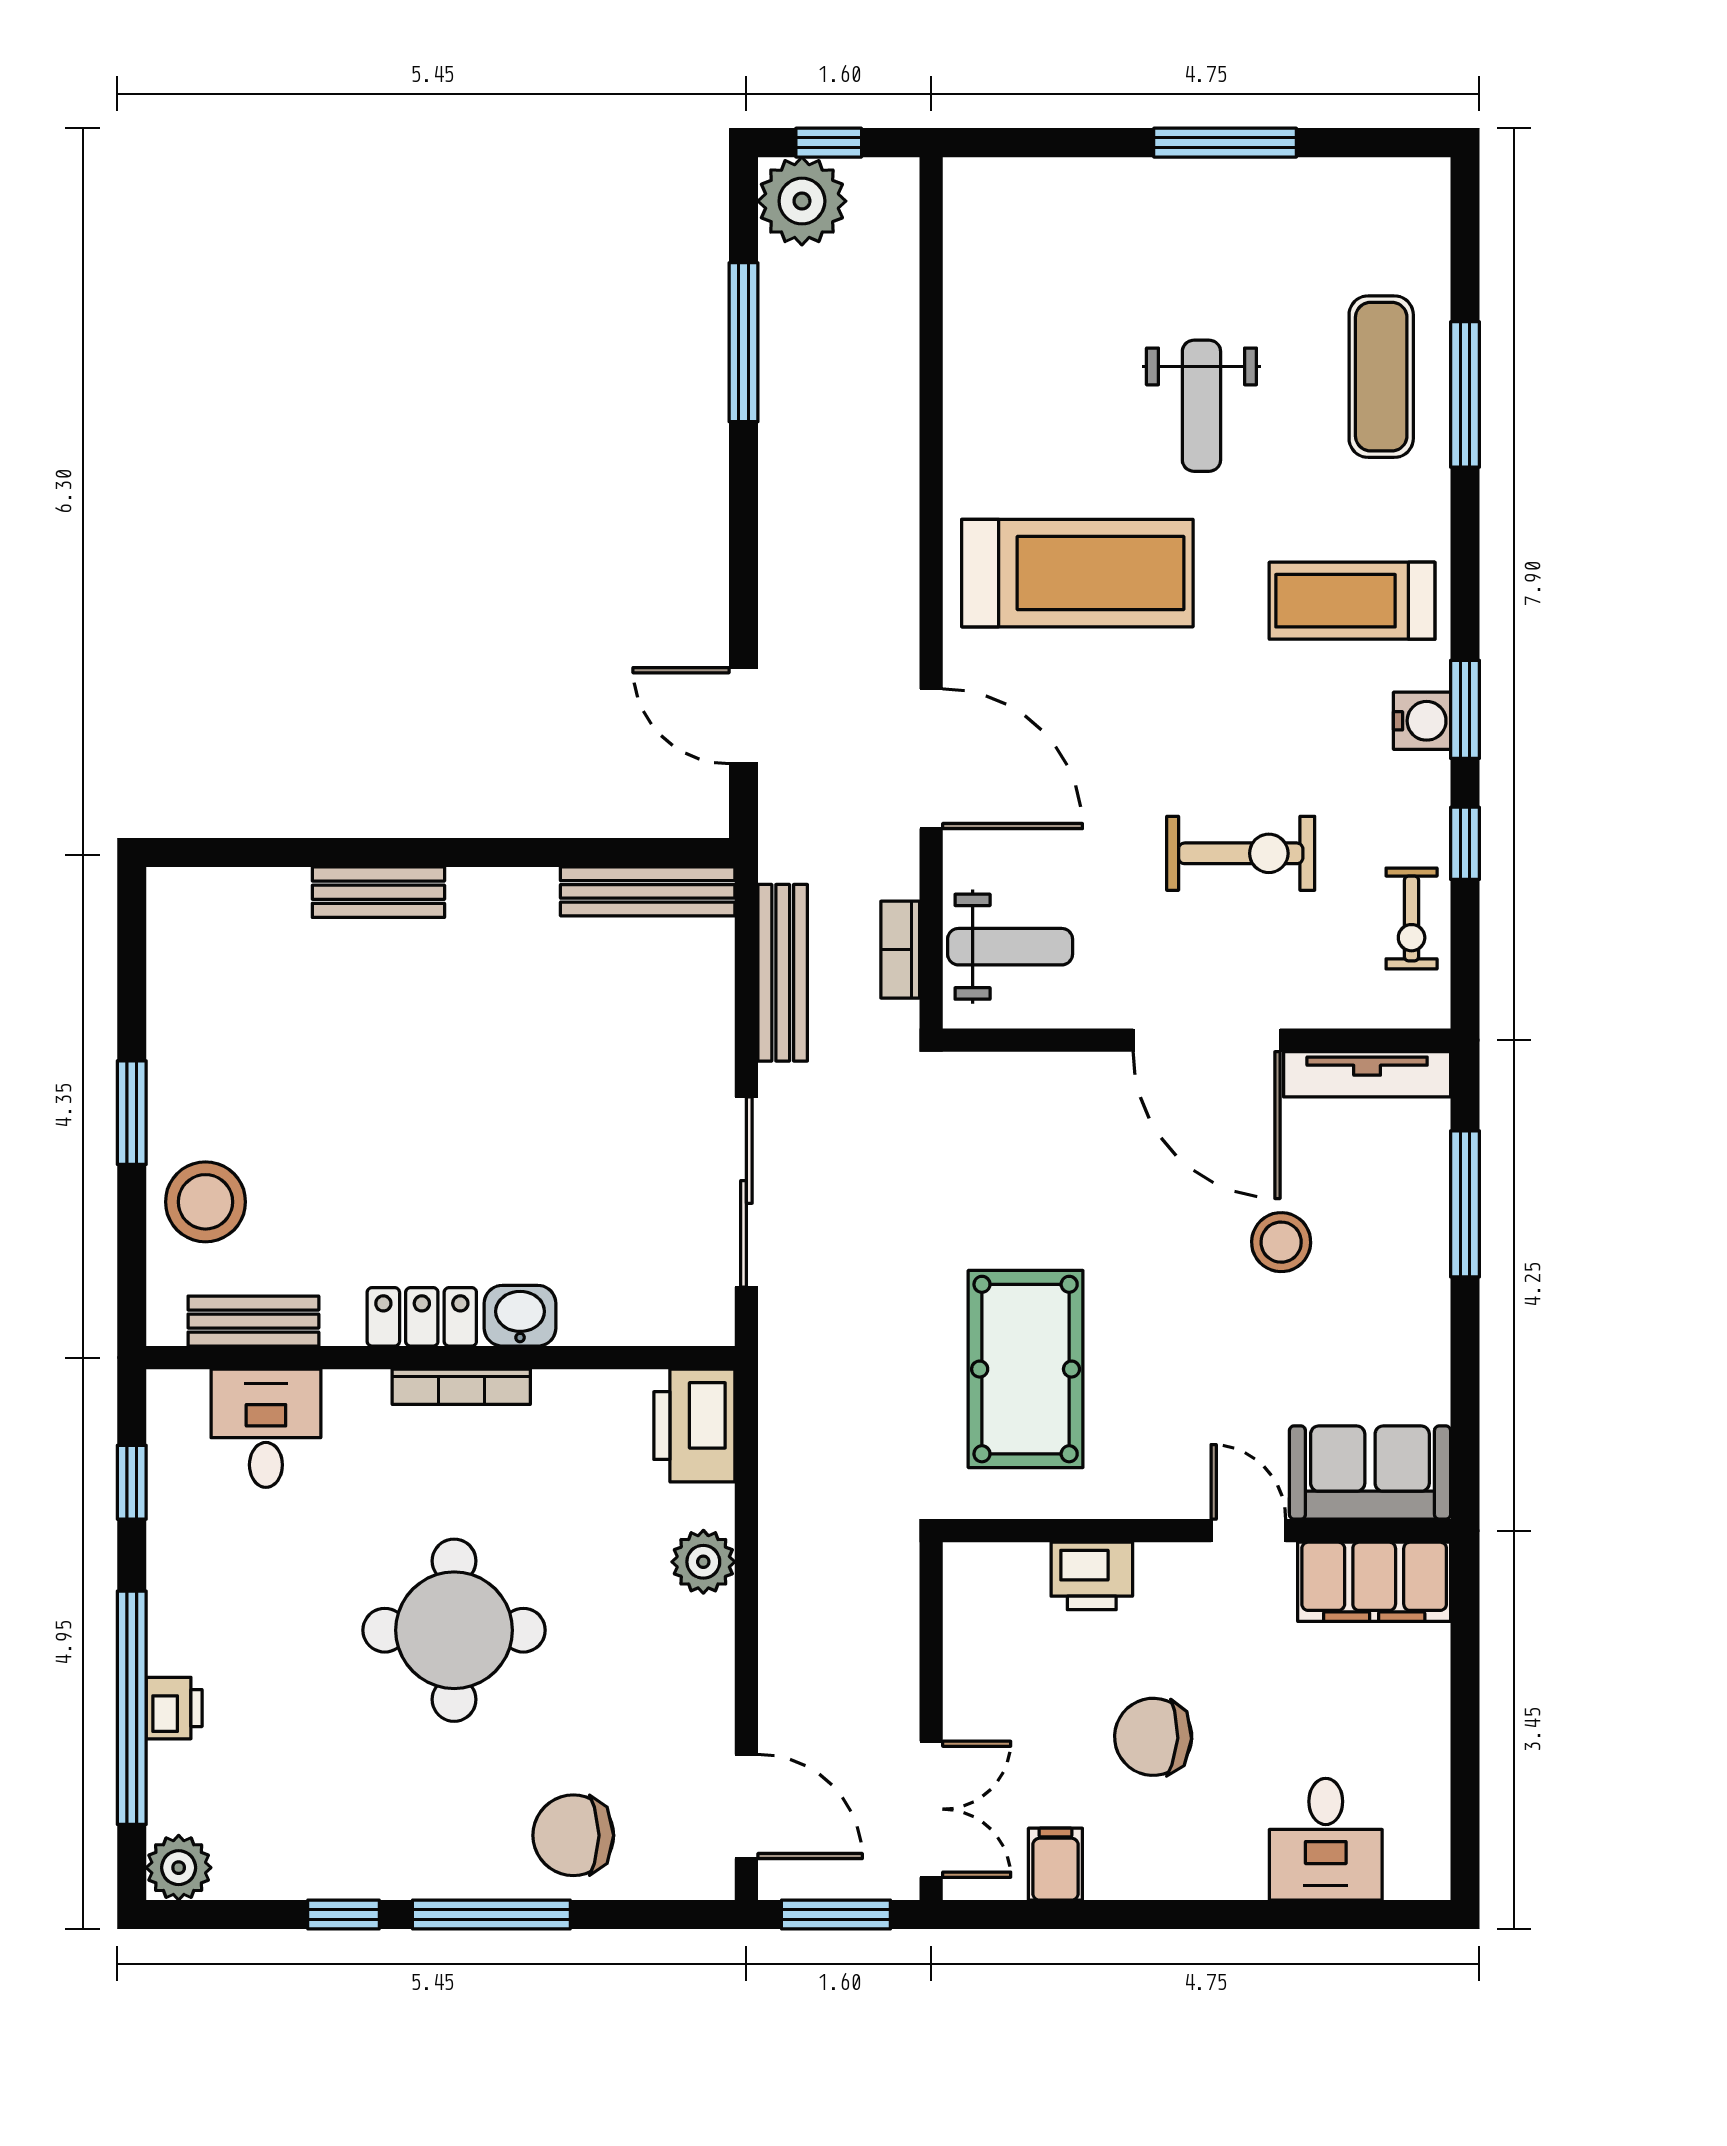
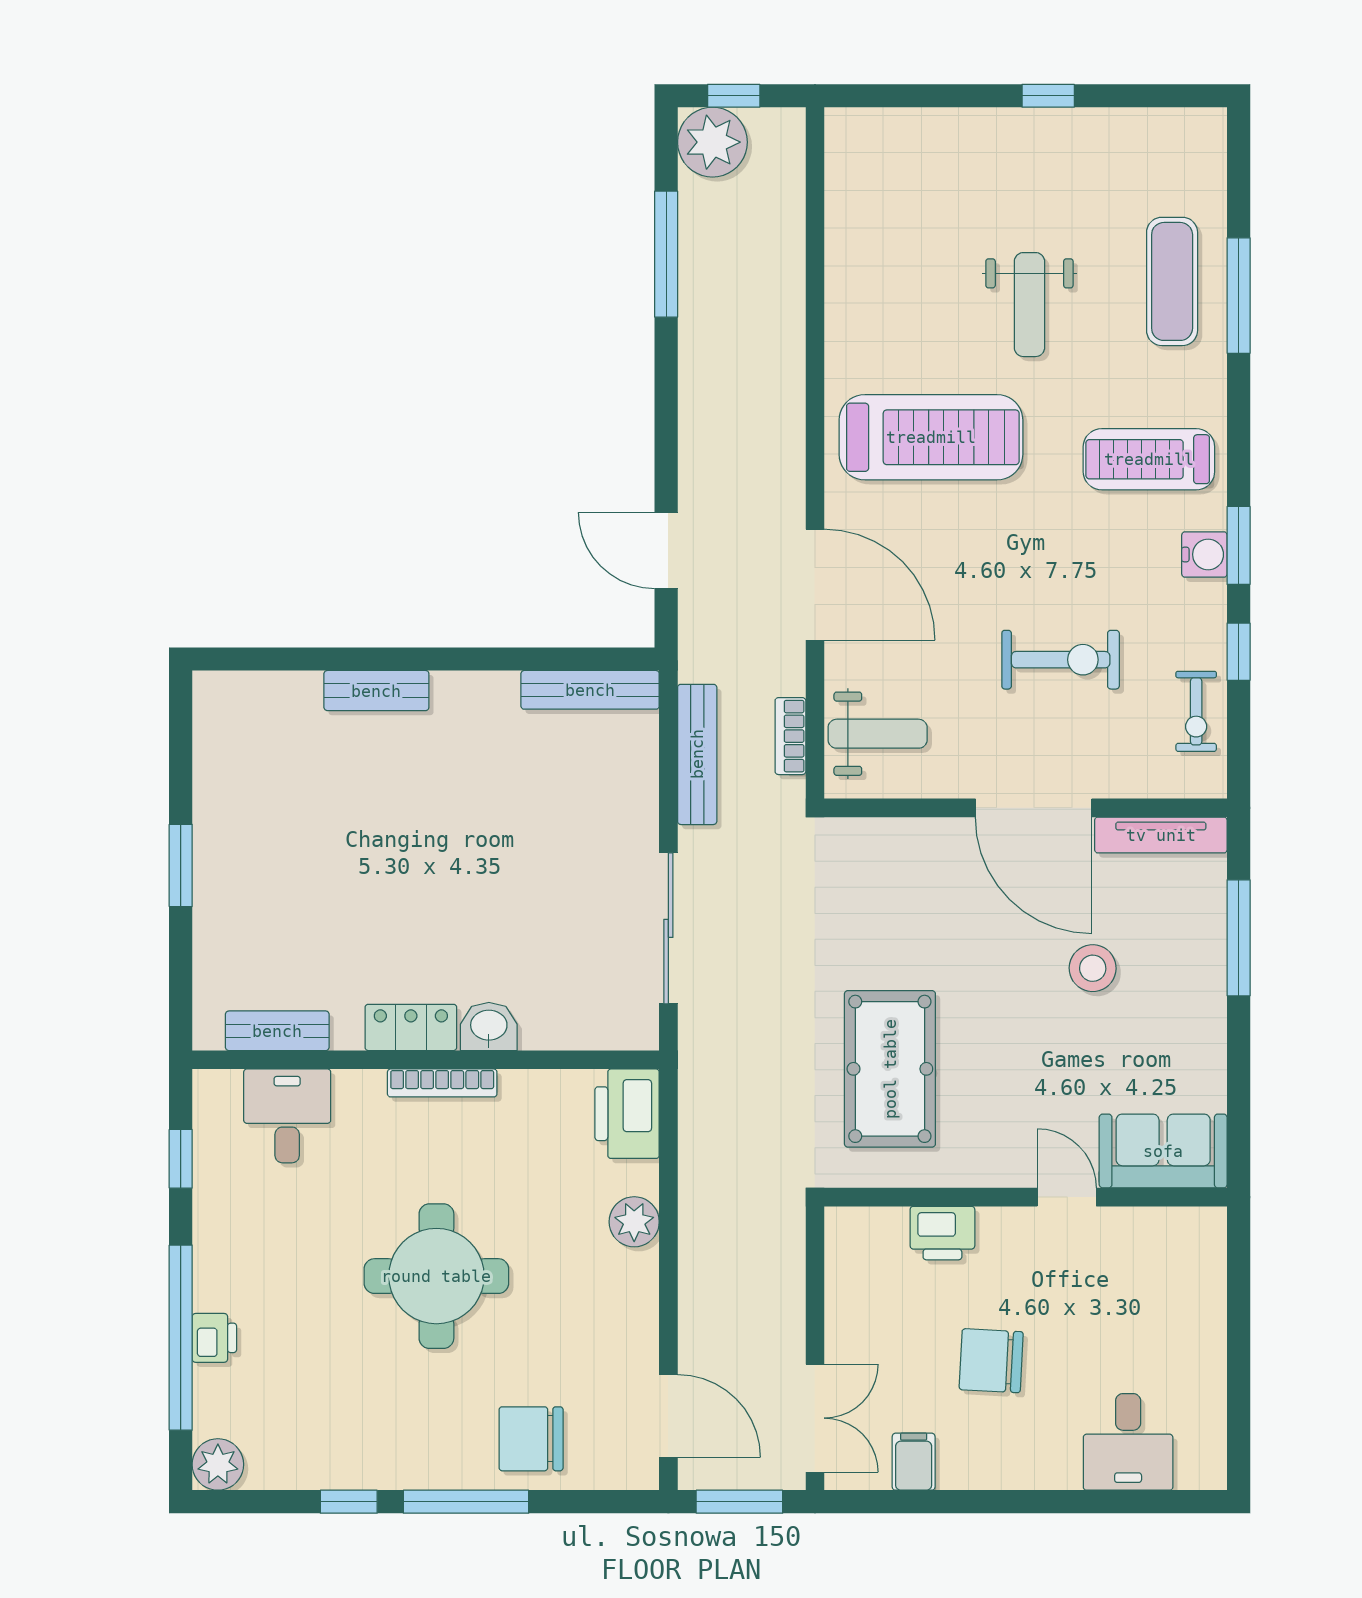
window: (1225, 143) -> (1048, 96), width x0.46
stool: (205, 1202) -> (239, 936), removed
filing cabinet: (1374, 1582) -> (1166, 1238), removed

